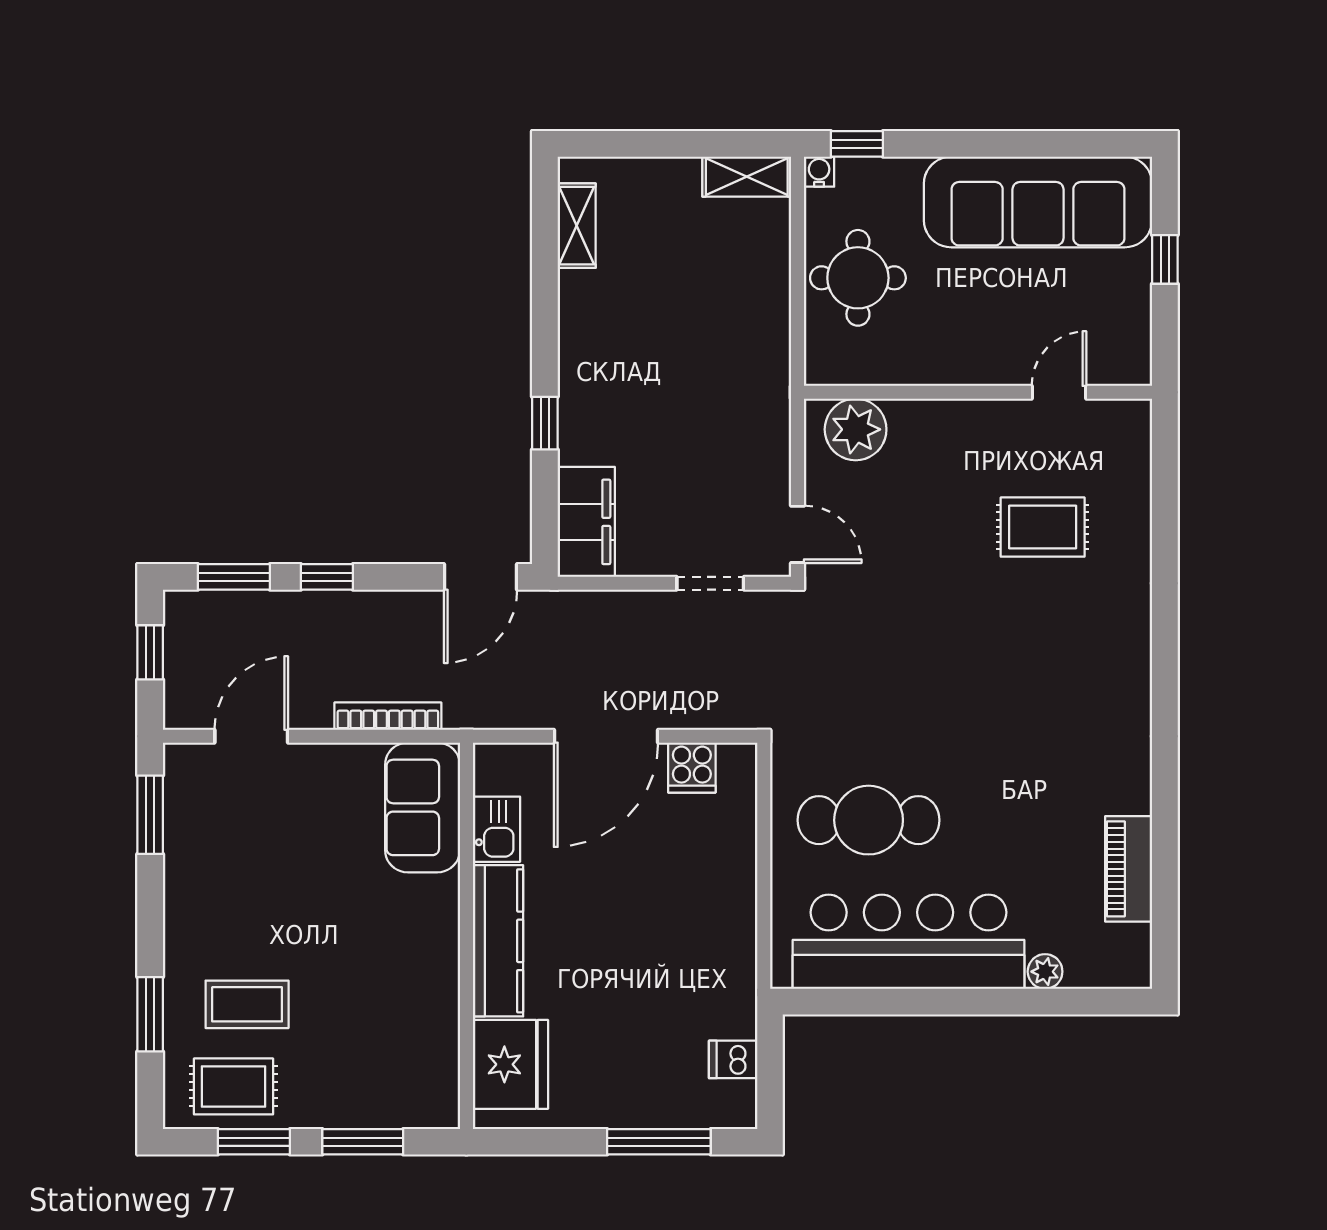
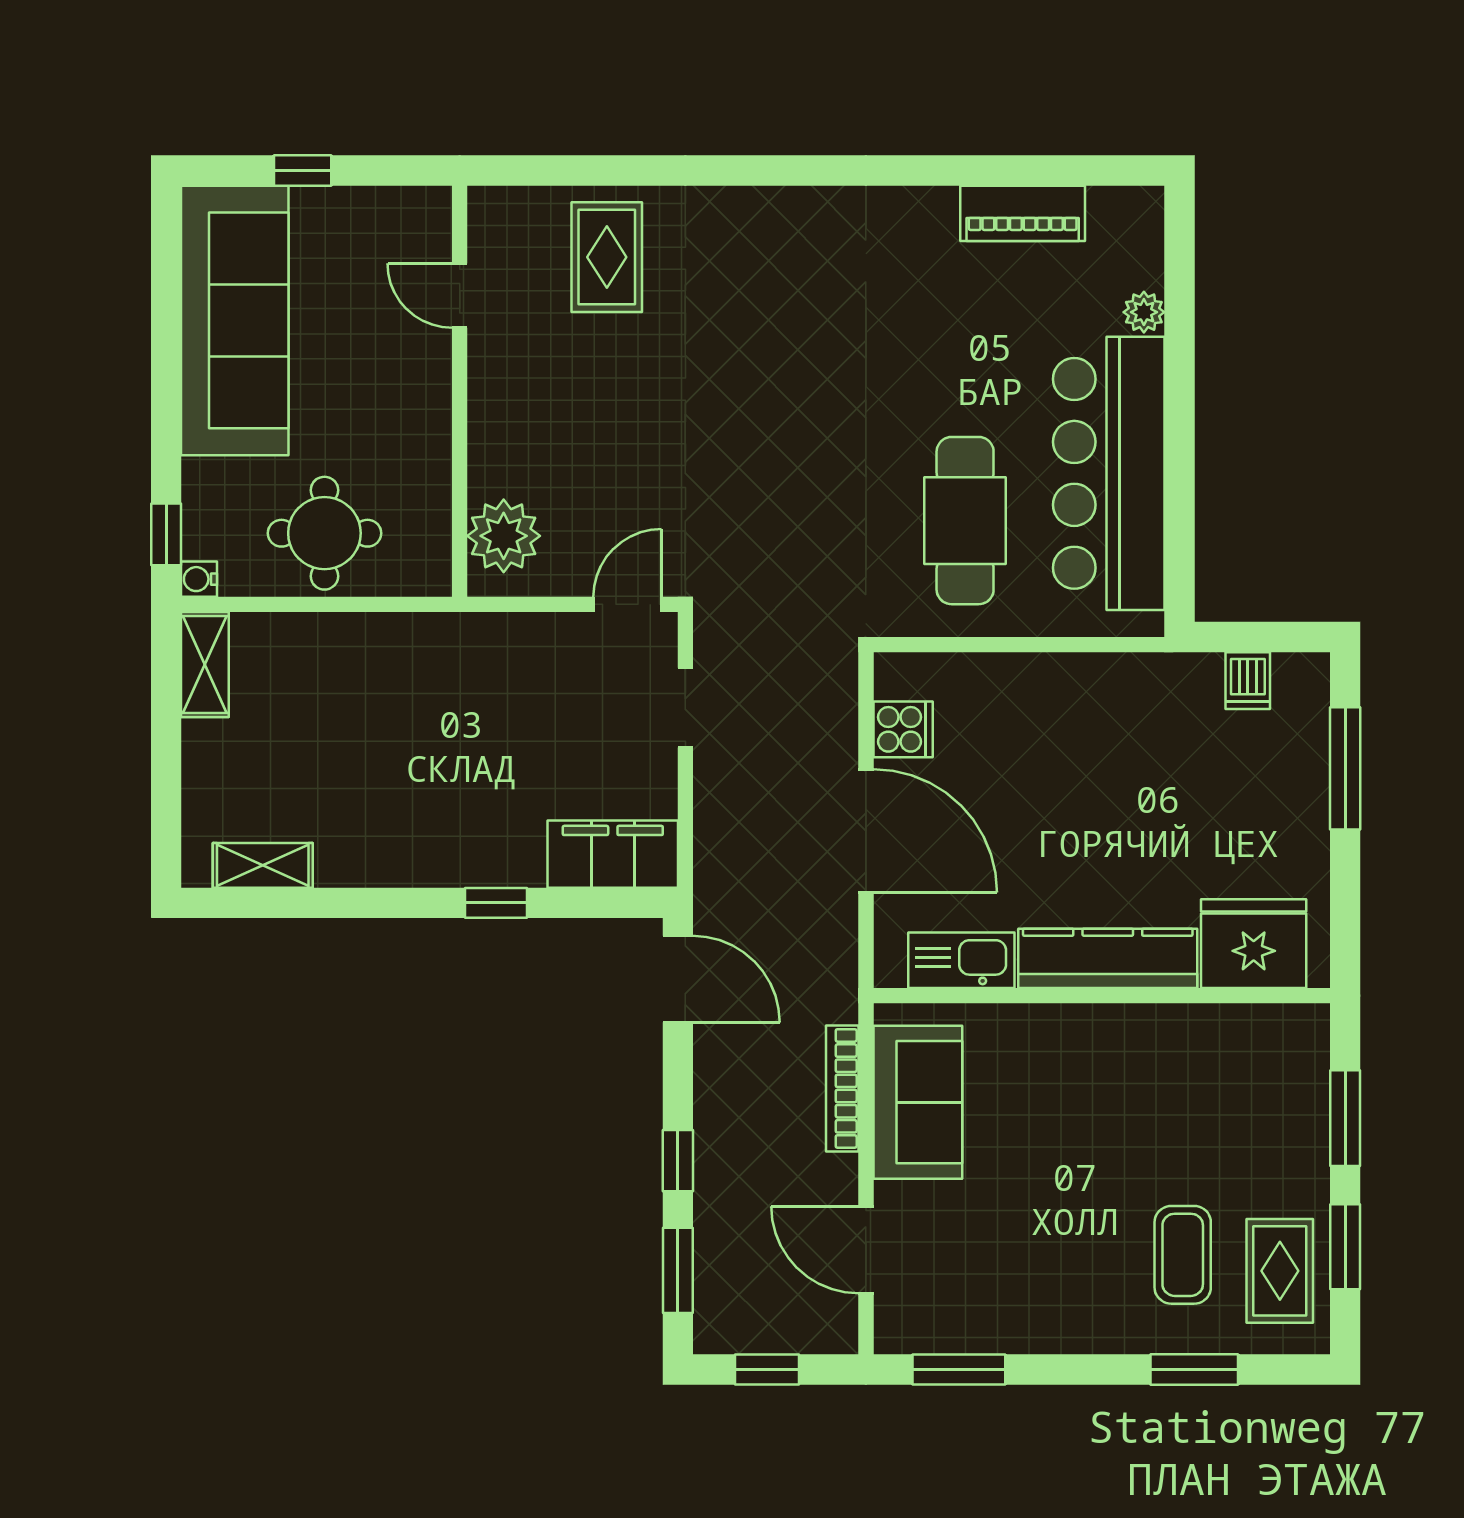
rug: (1043, 527) -> (607, 257), moved
sofa: (423, 807) -> (918, 1102), moved, turned -90
kitchen sink: (496, 829) -> (961, 960), width x1.38

